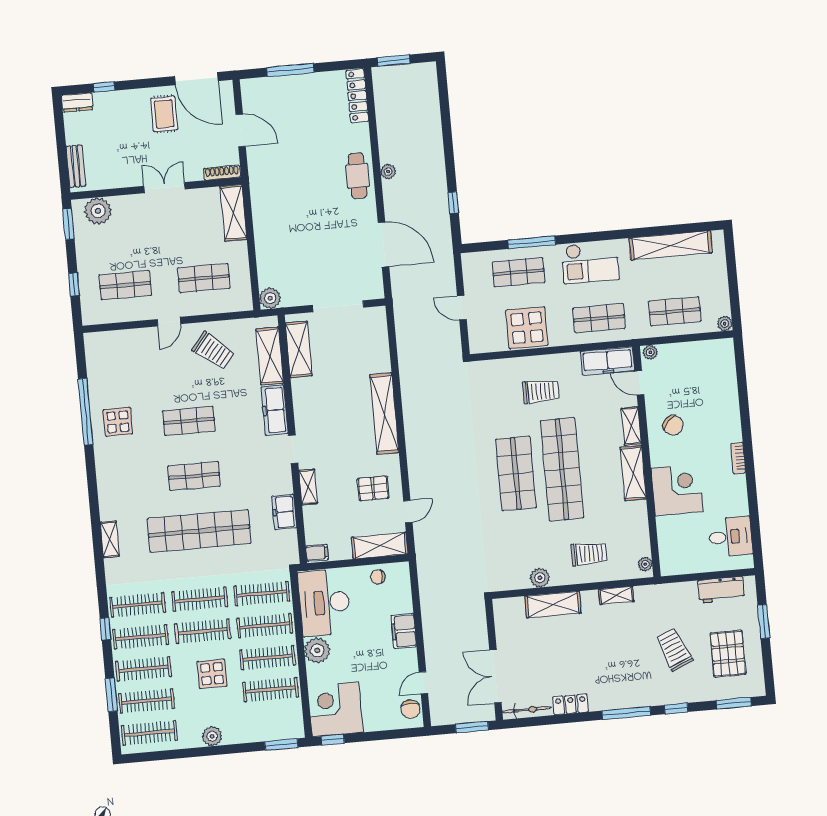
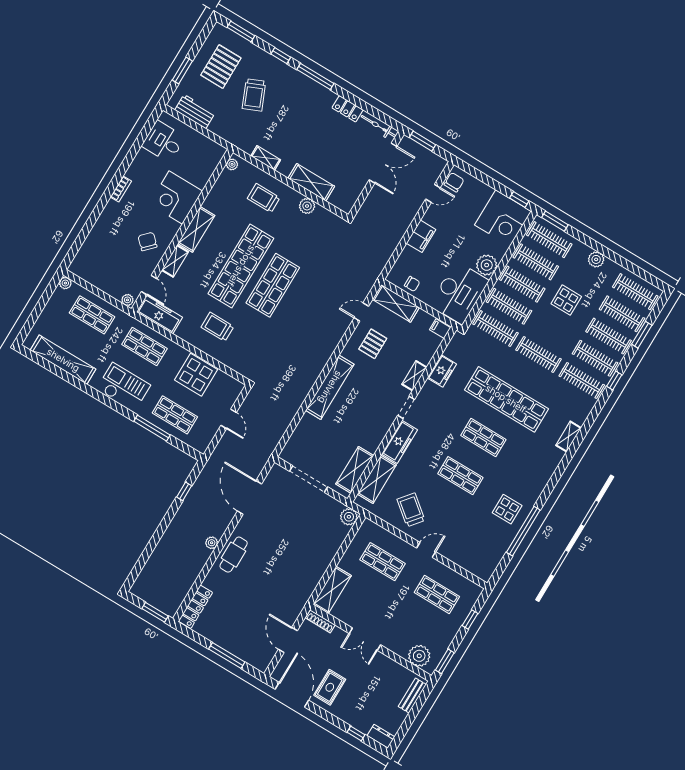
pallet: (373, 488) -> (373, 344), turned 90
clothes rail: (203, 631) -> (549, 240), moved

